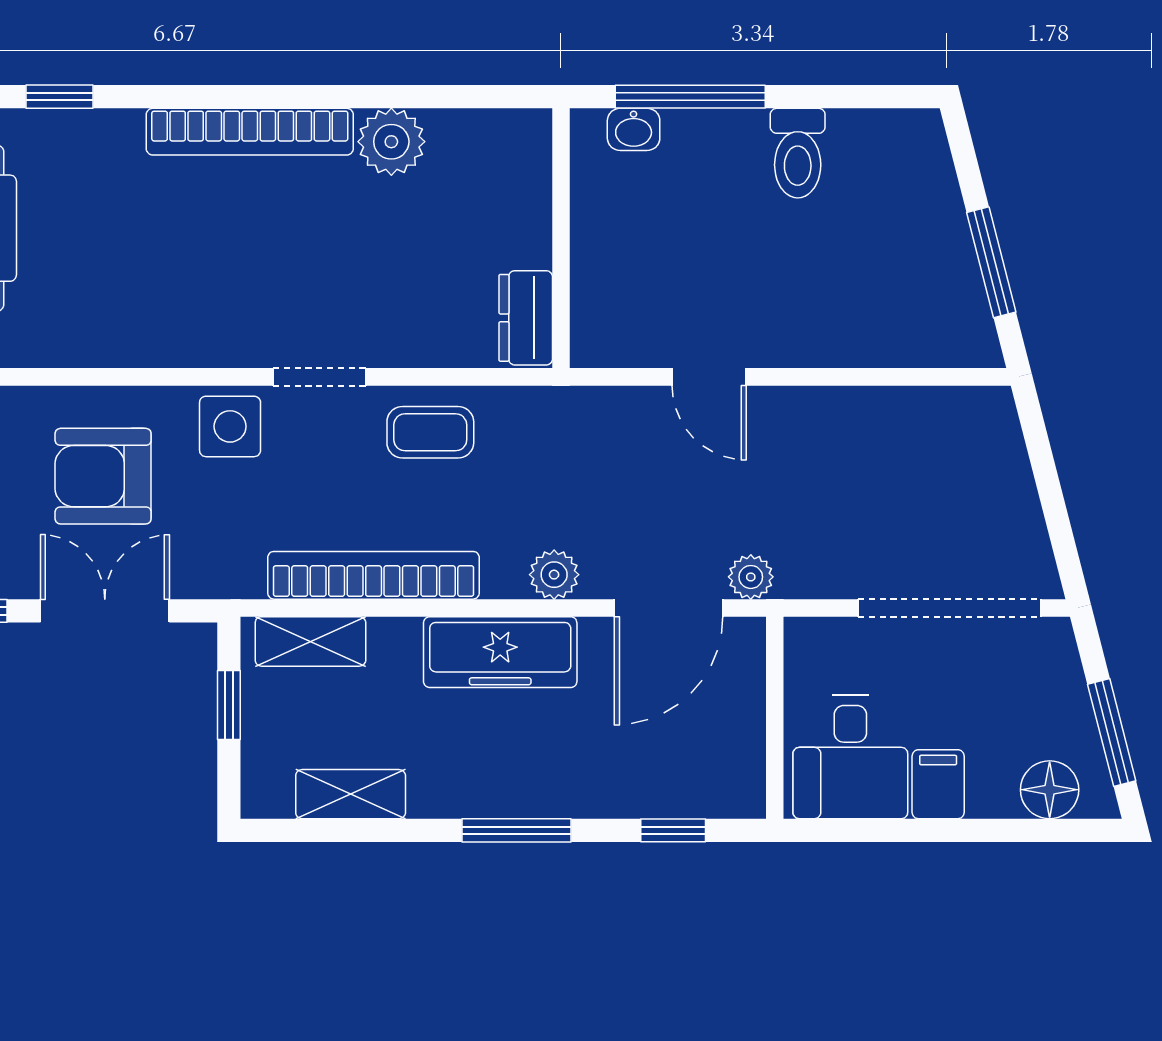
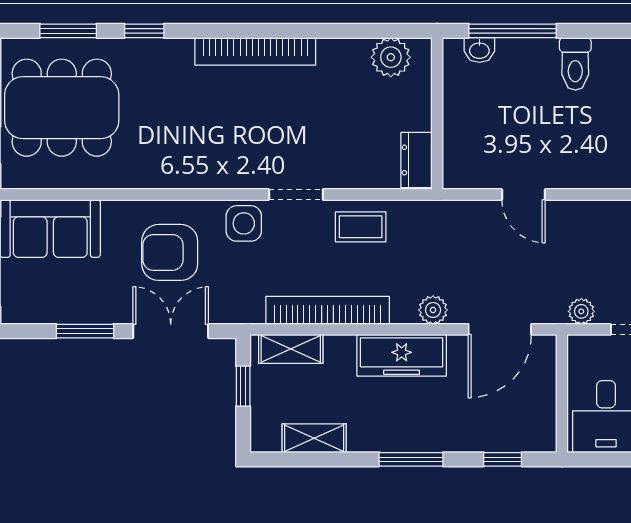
plant: (391, 142) -> (391, 57), moved
plant: (751, 577) -> (581, 311), moved

